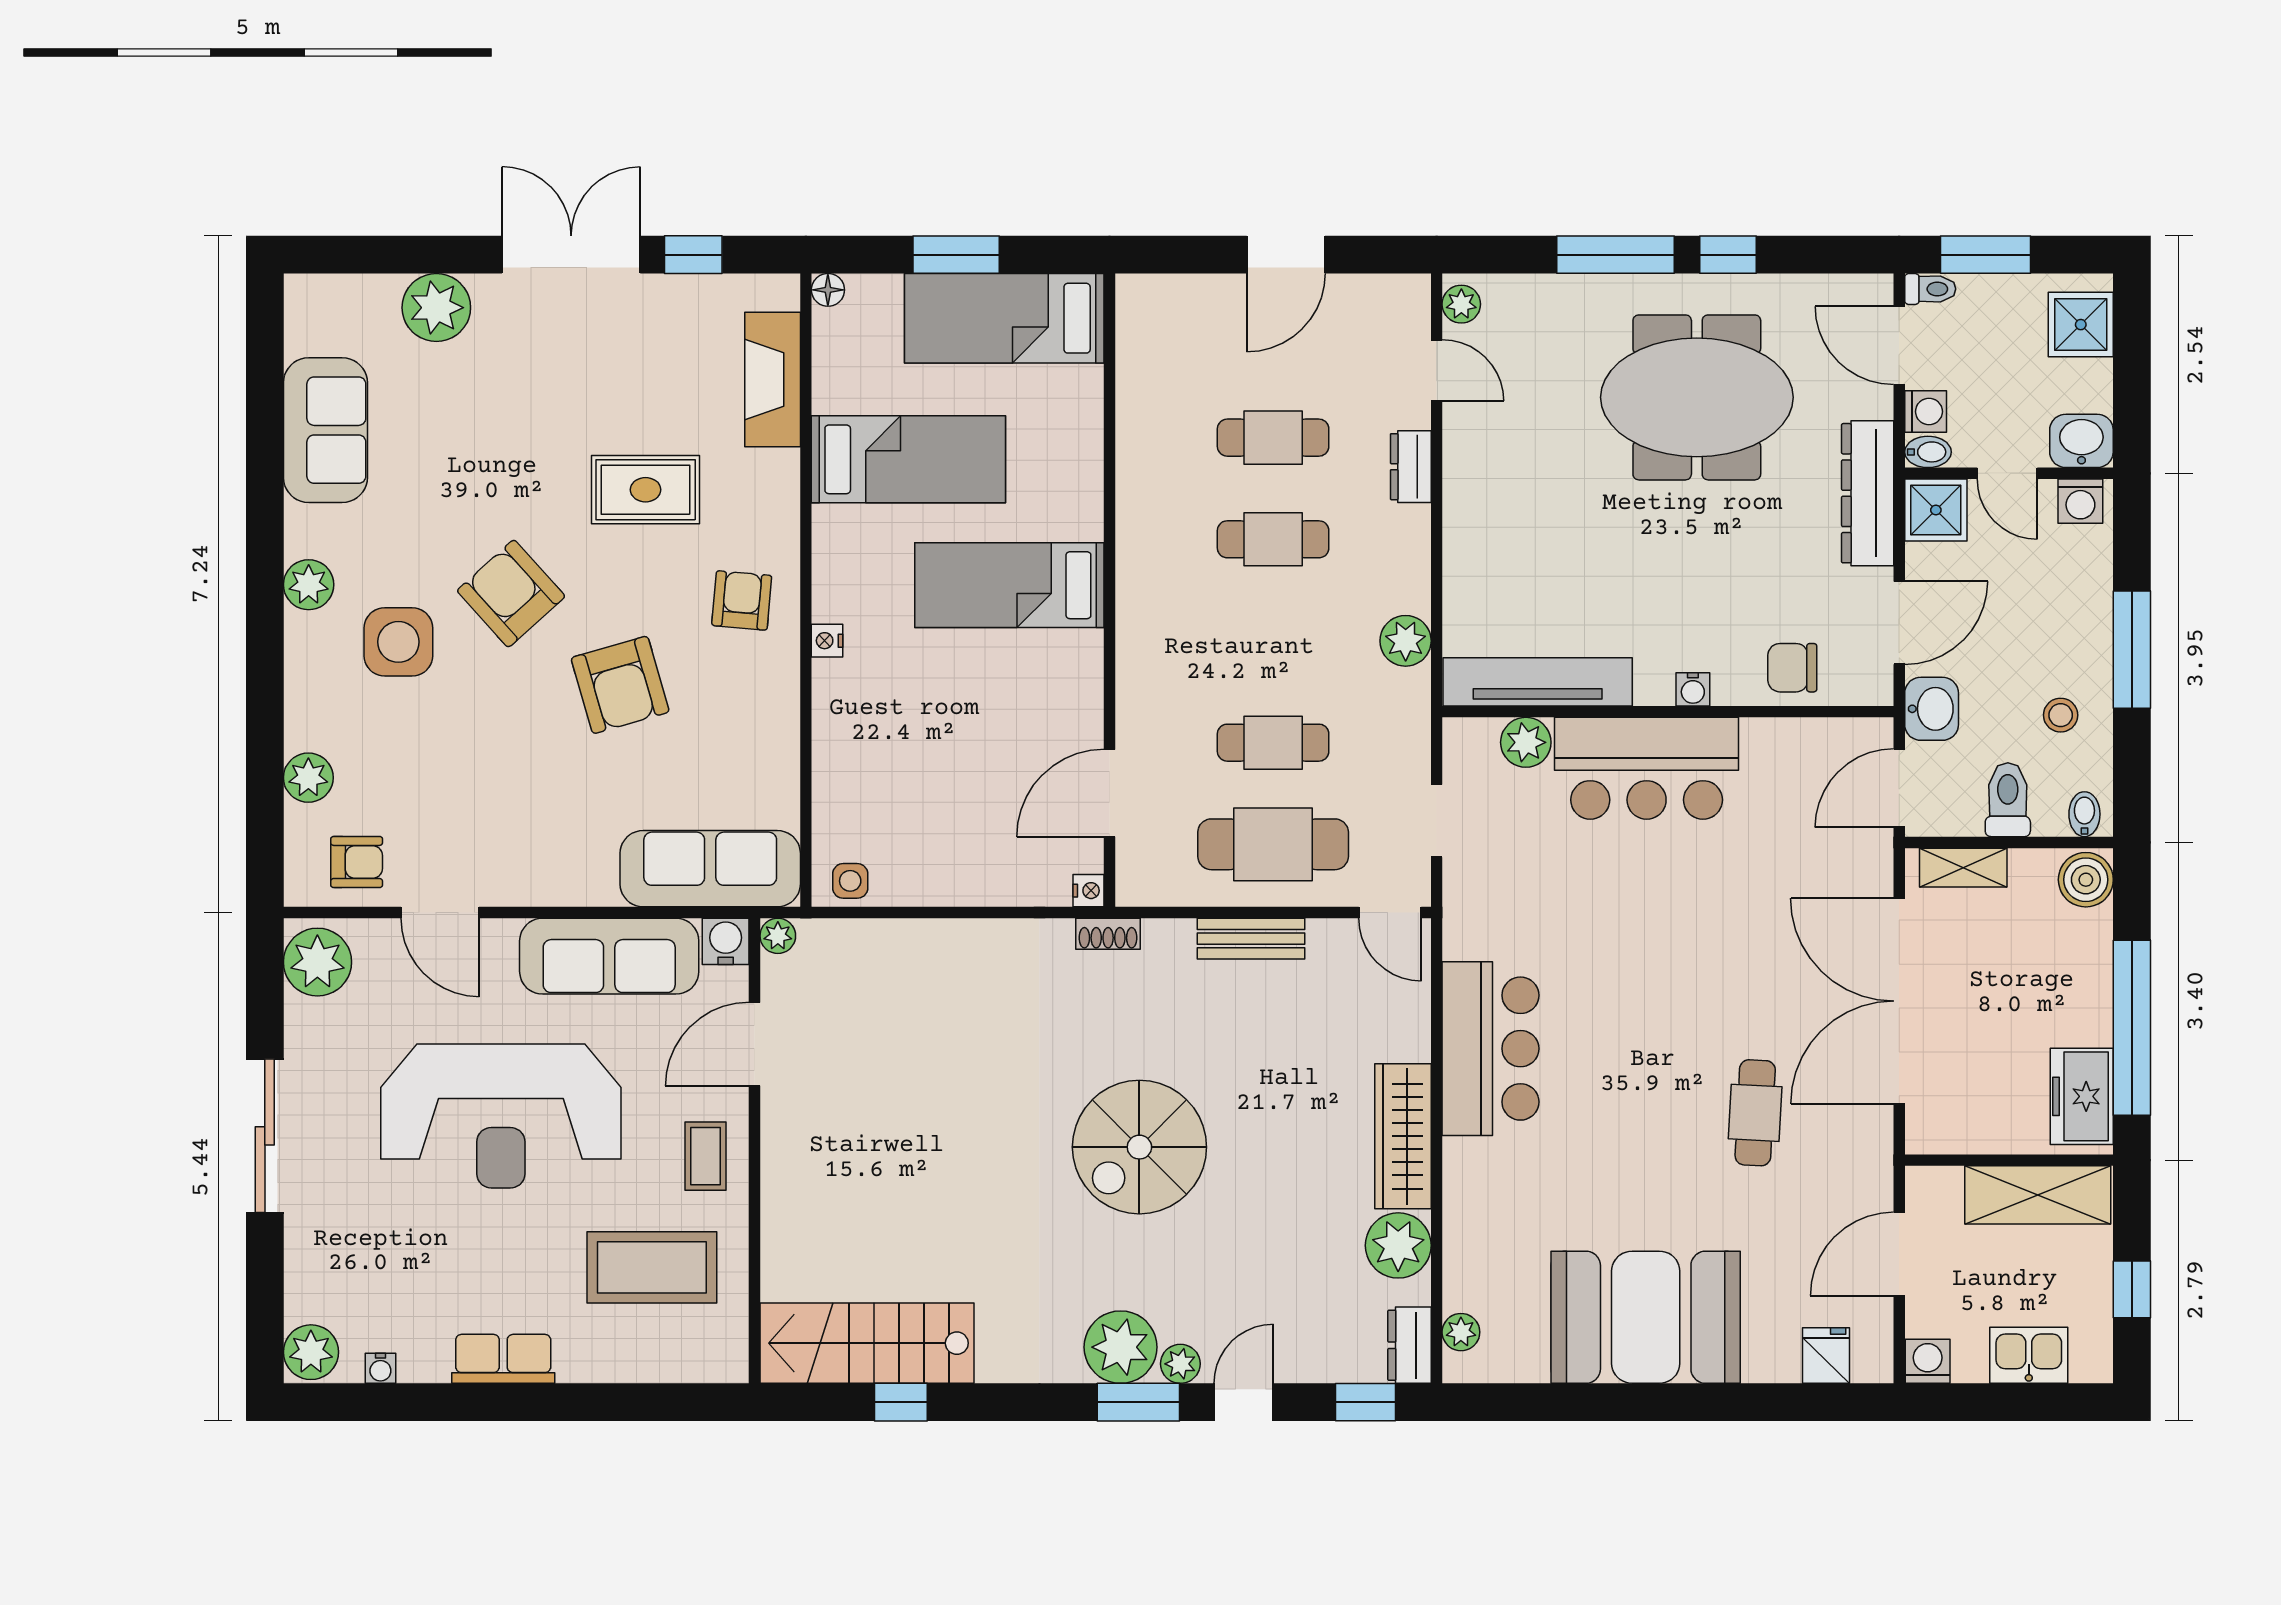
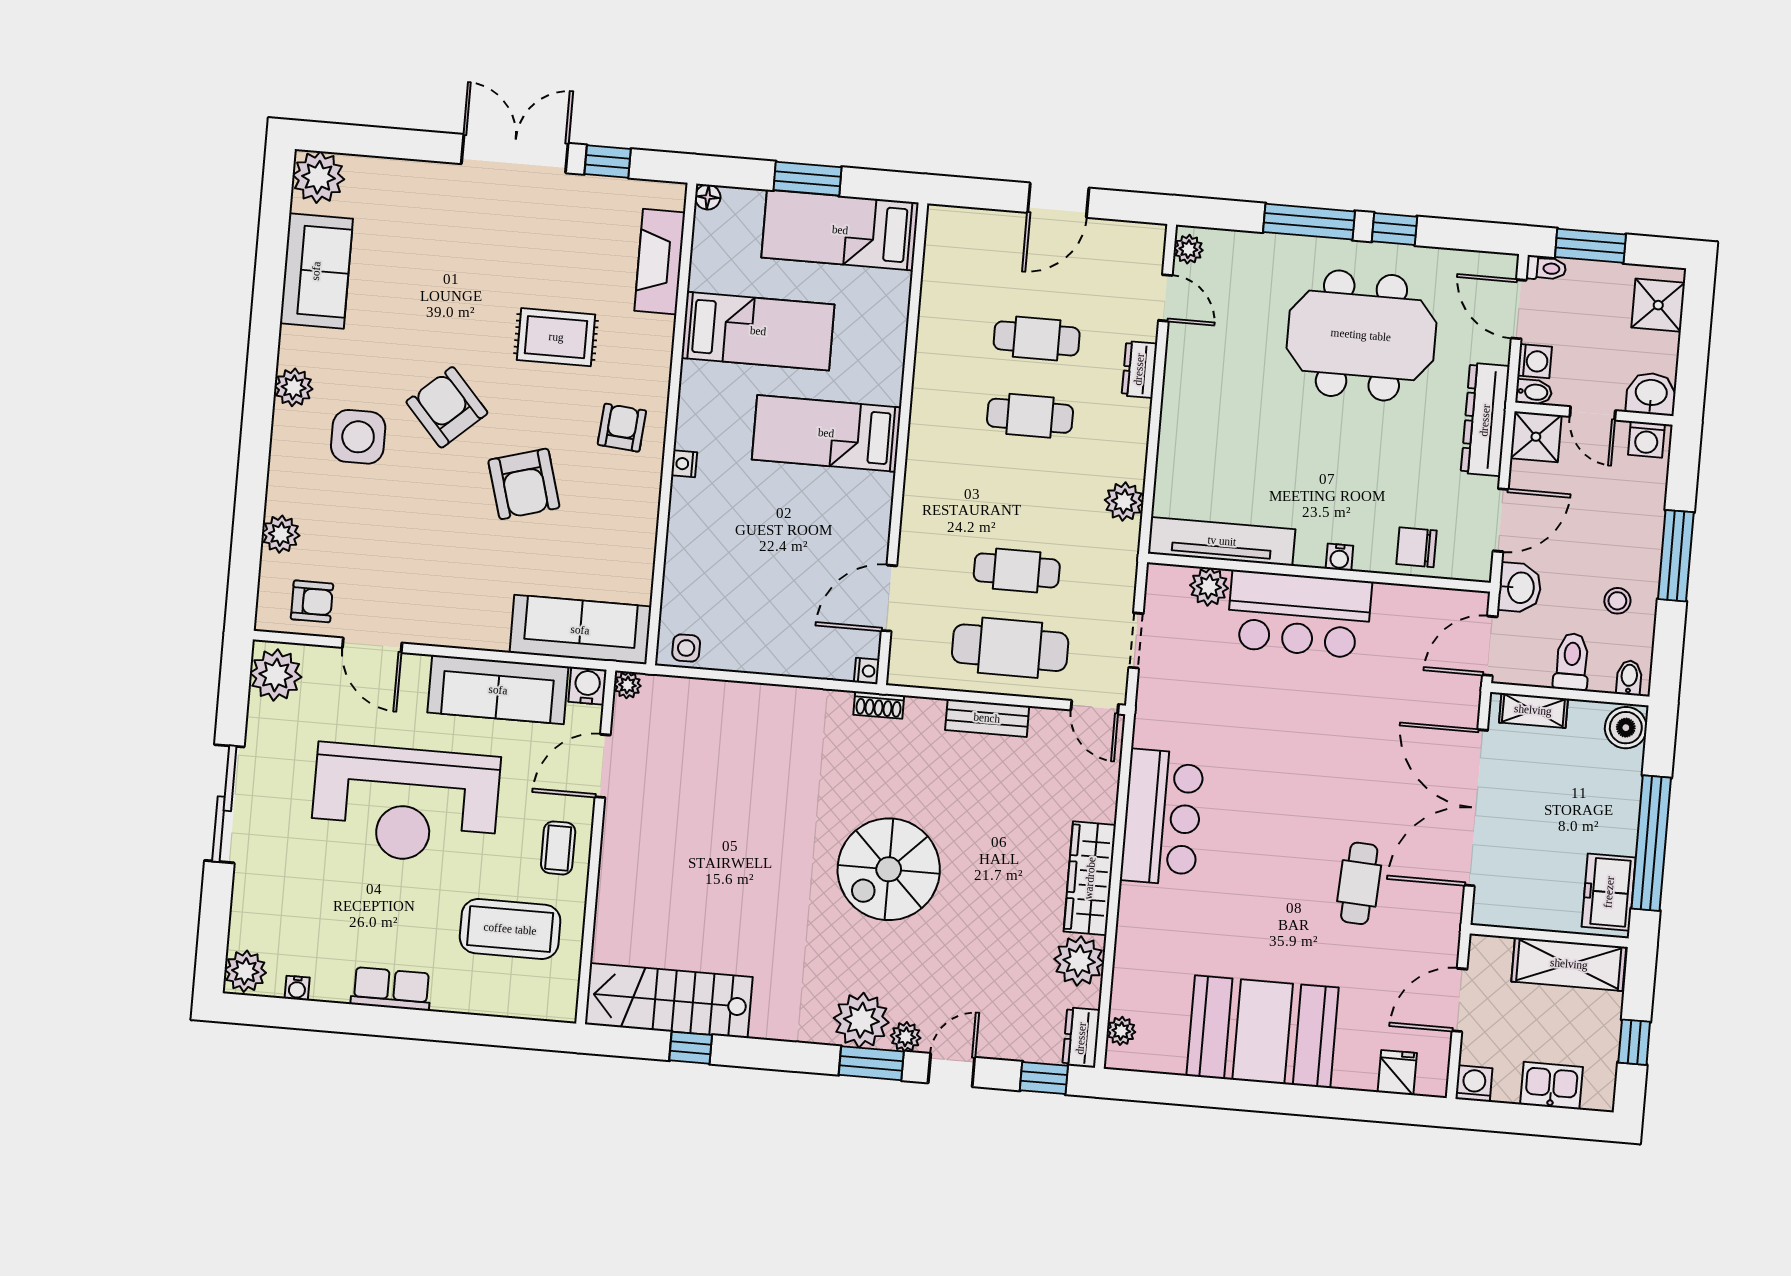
plant: (436, 308) -> (318, 177), moved

